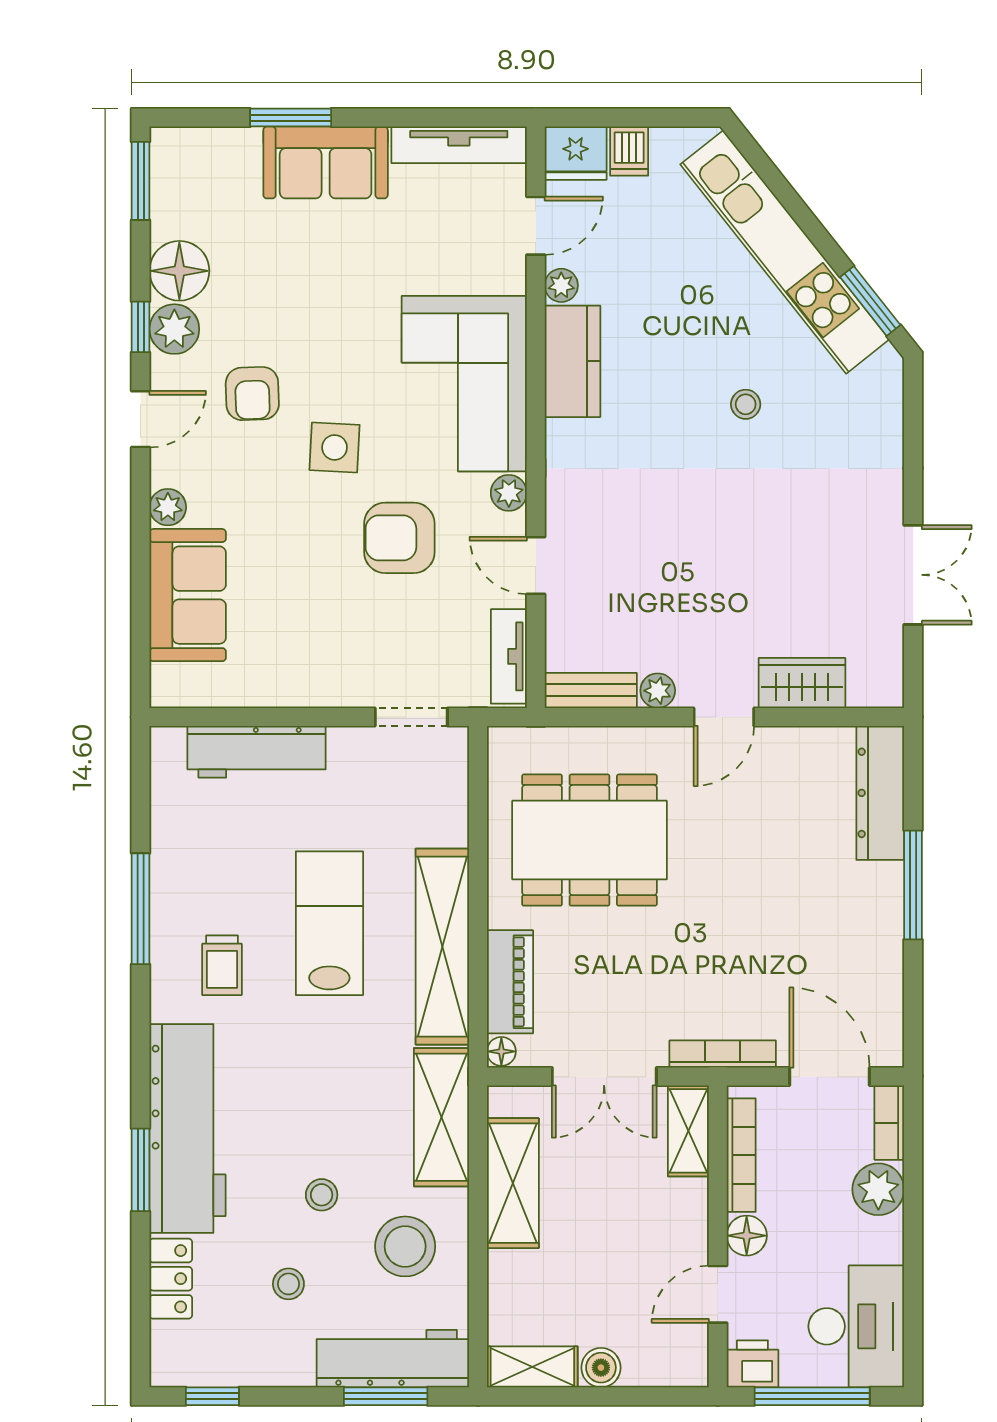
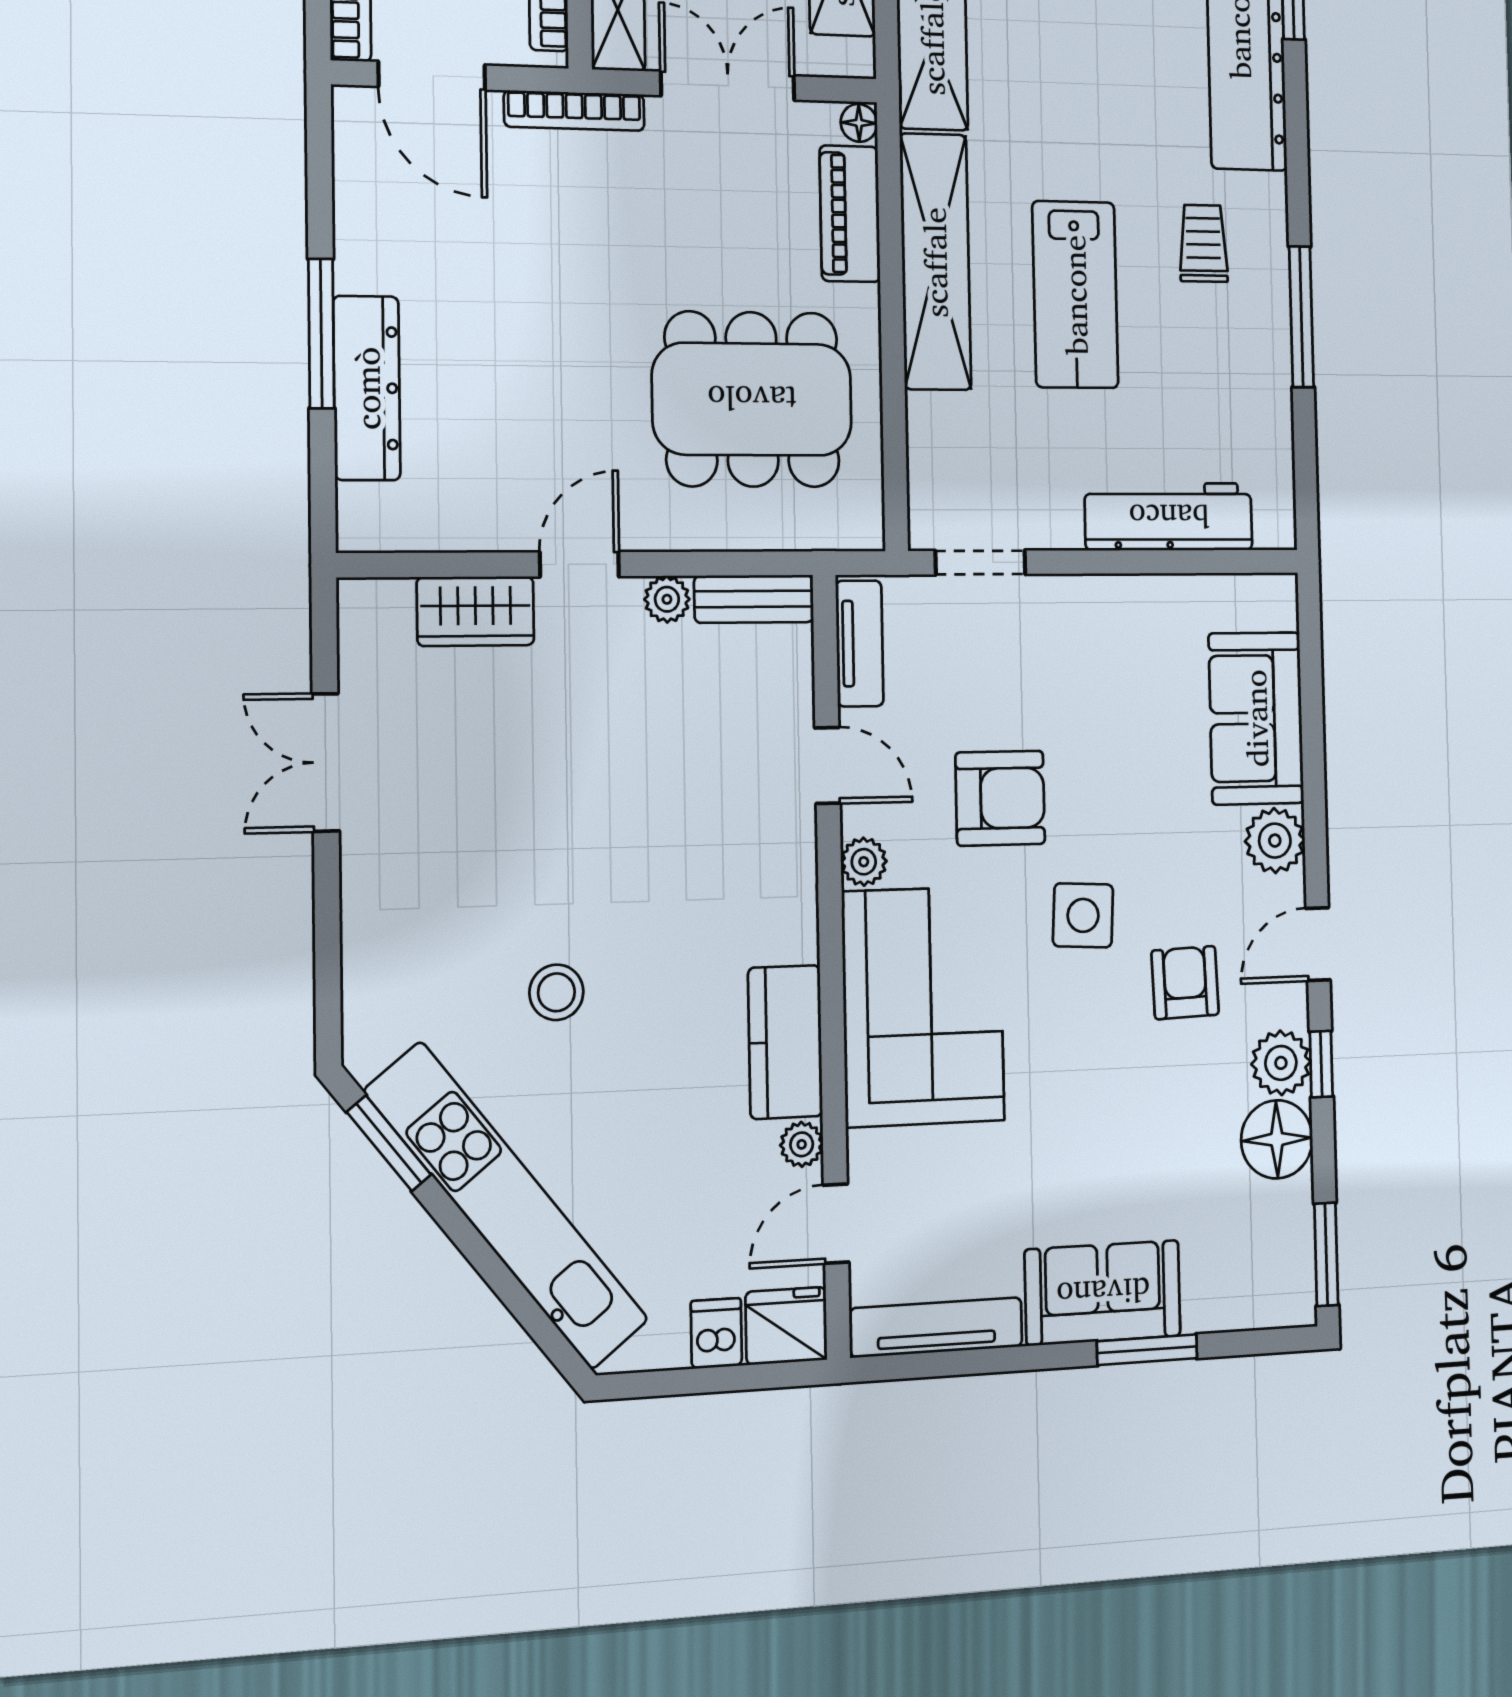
stool: (746, 404) -> (556, 992), width x1.37, depth x1.37
plant: (168, 507) -> (1275, 841), width x1.38, depth x1.38
dresser: (880, 793) -> (367, 388), moved

